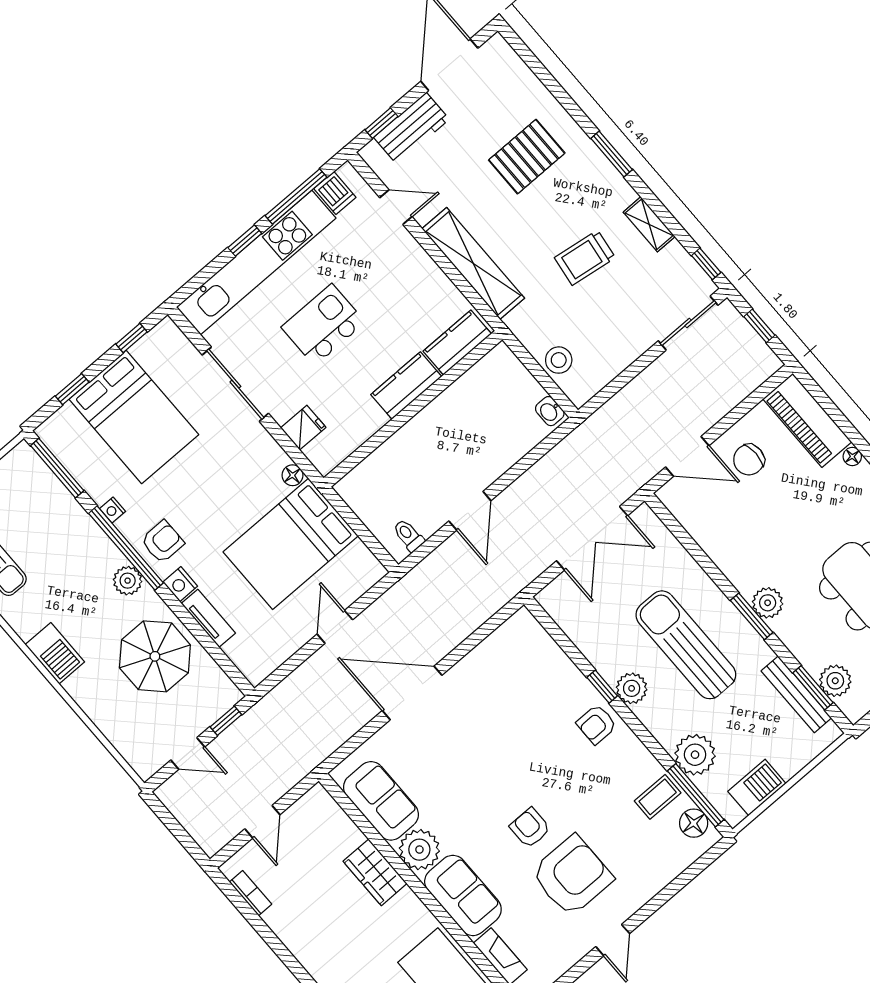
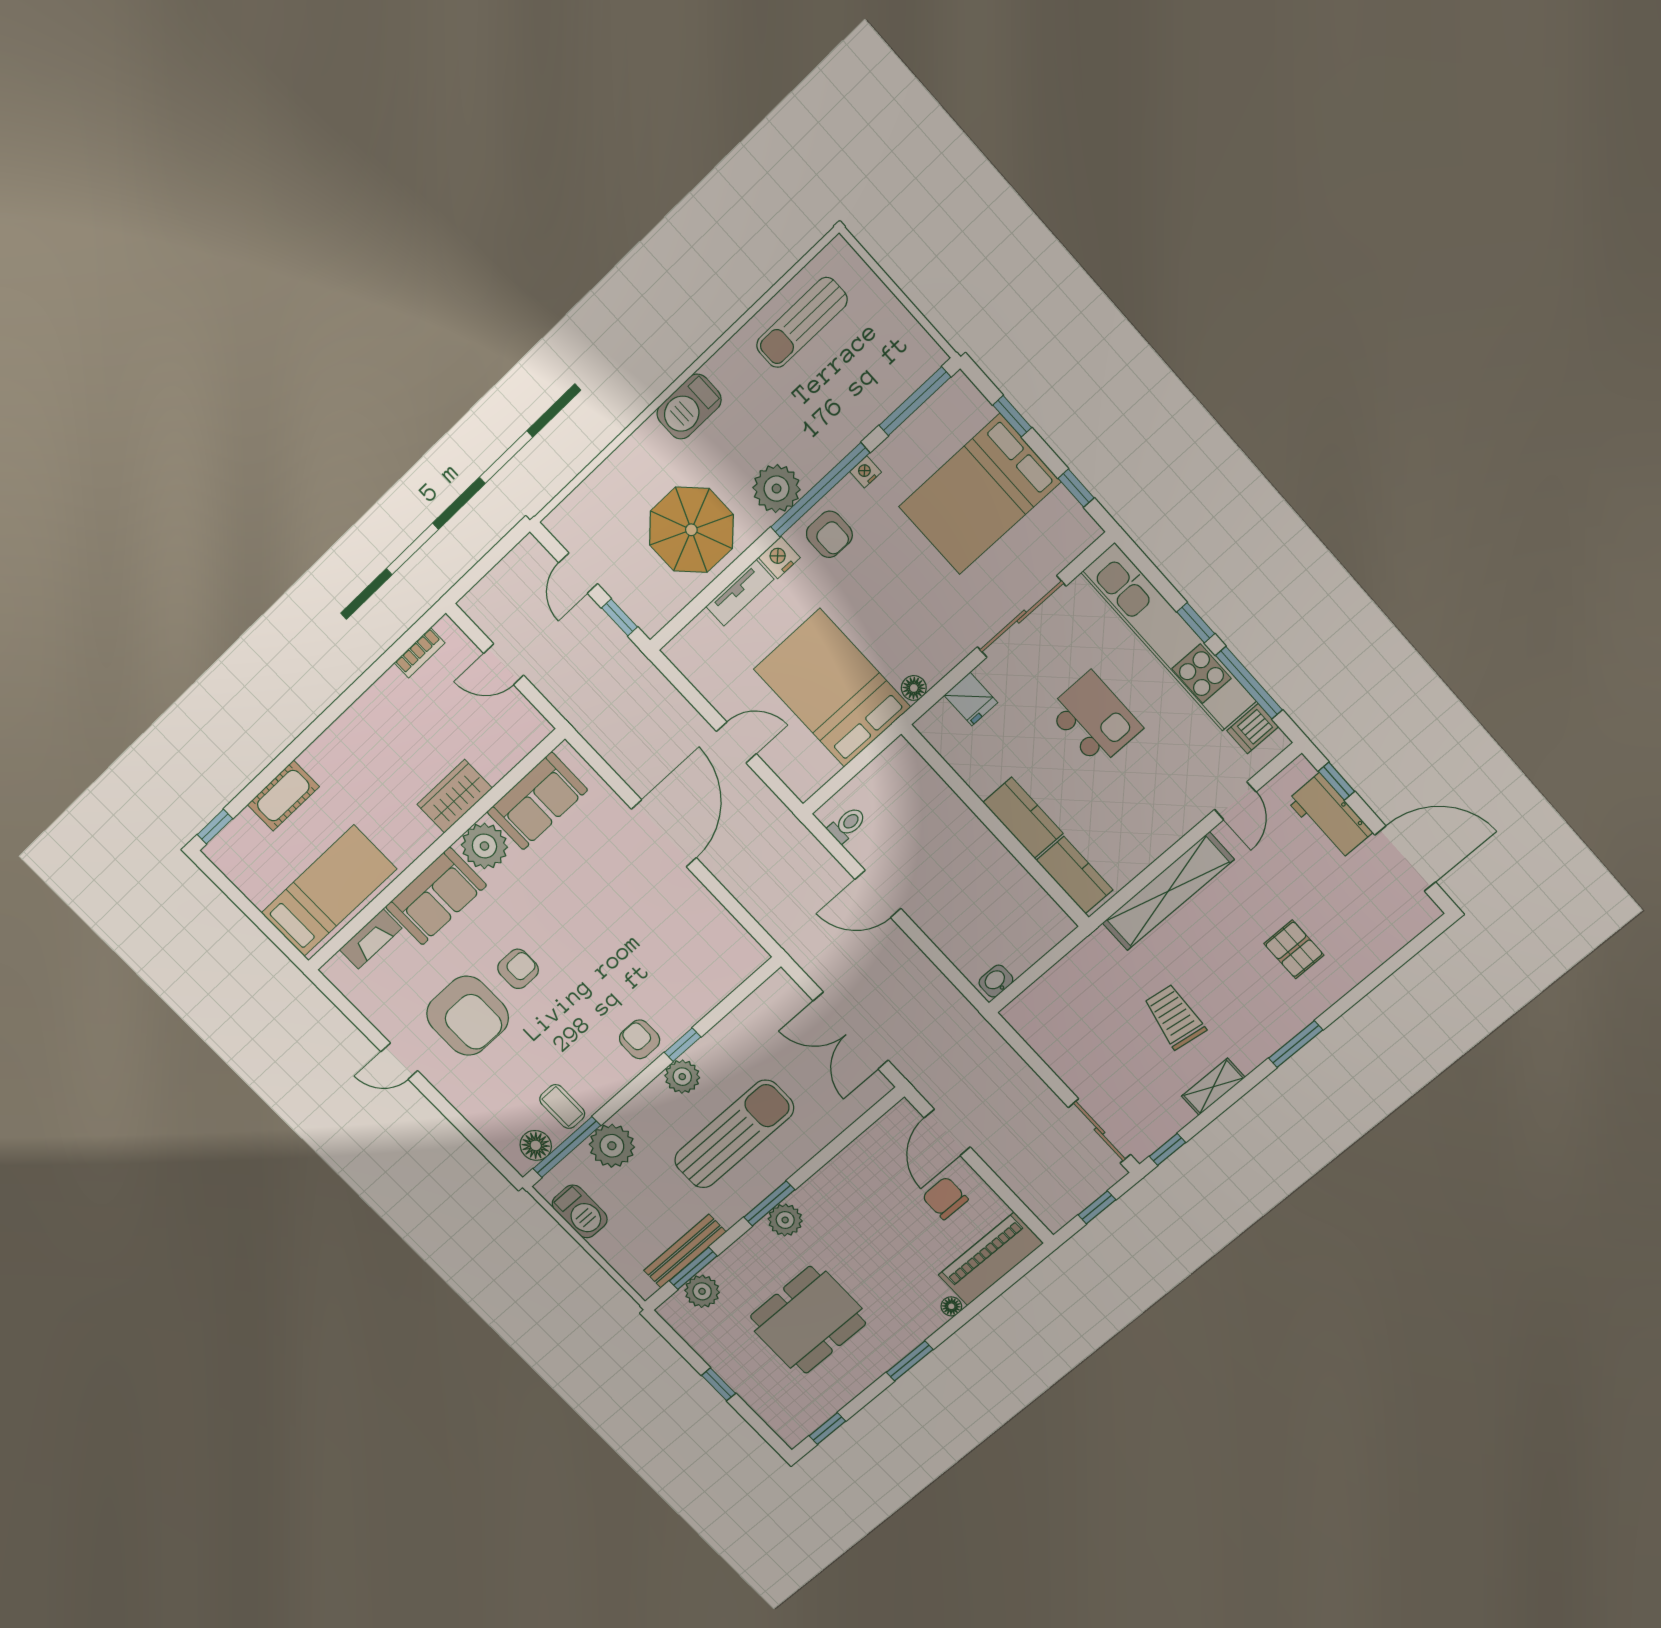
pallet: (527, 157) -> (1294, 949), width x0.67, depth x0.71
stool: (559, 360) -> (1055, 990), removed
plant: (128, 581) -> (777, 489), width x1.36, depth x1.36

